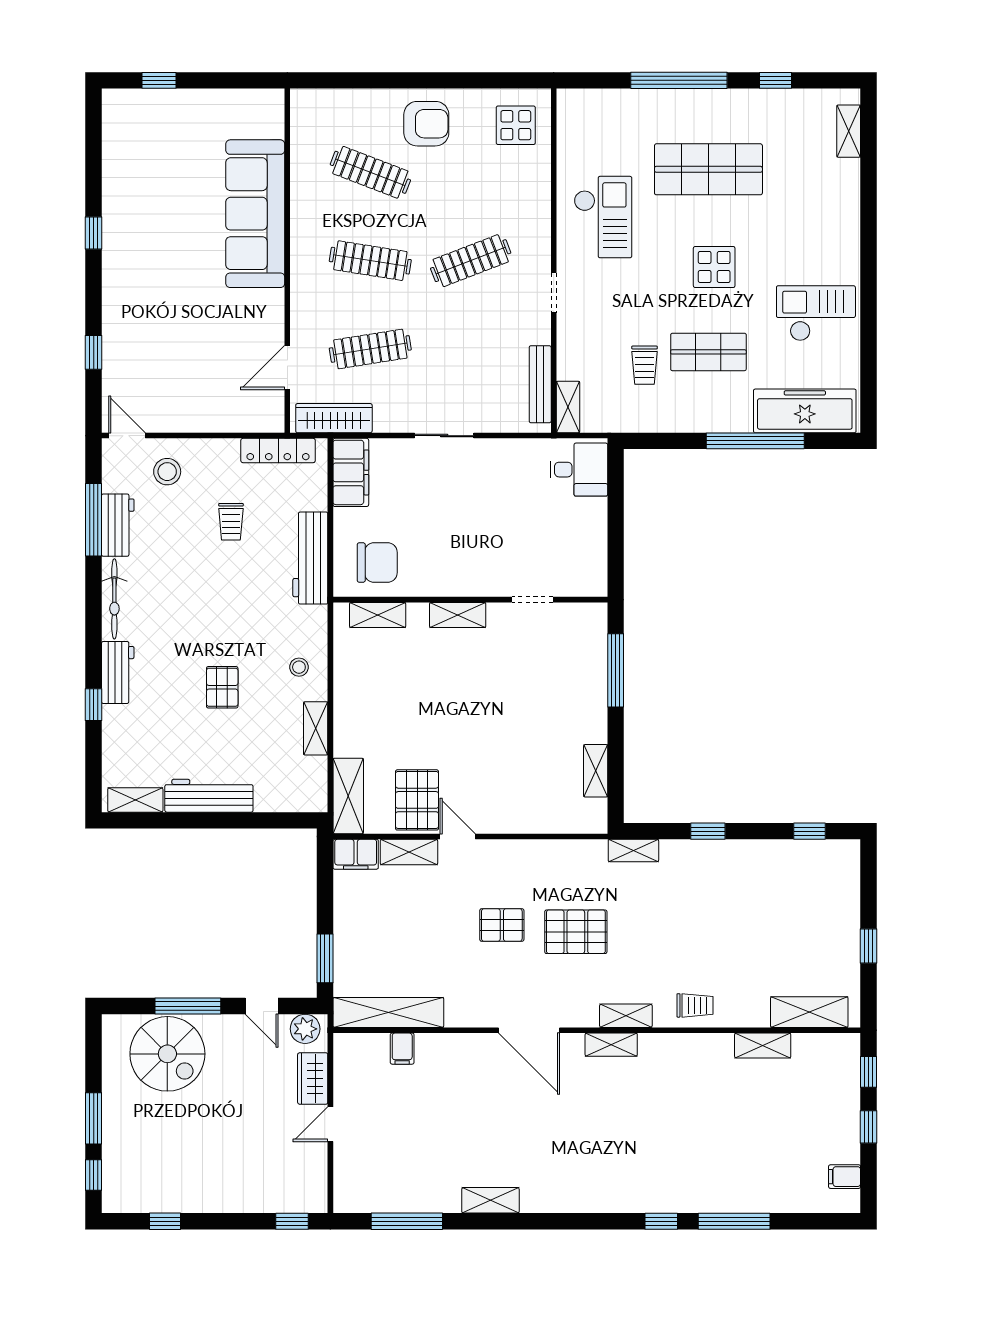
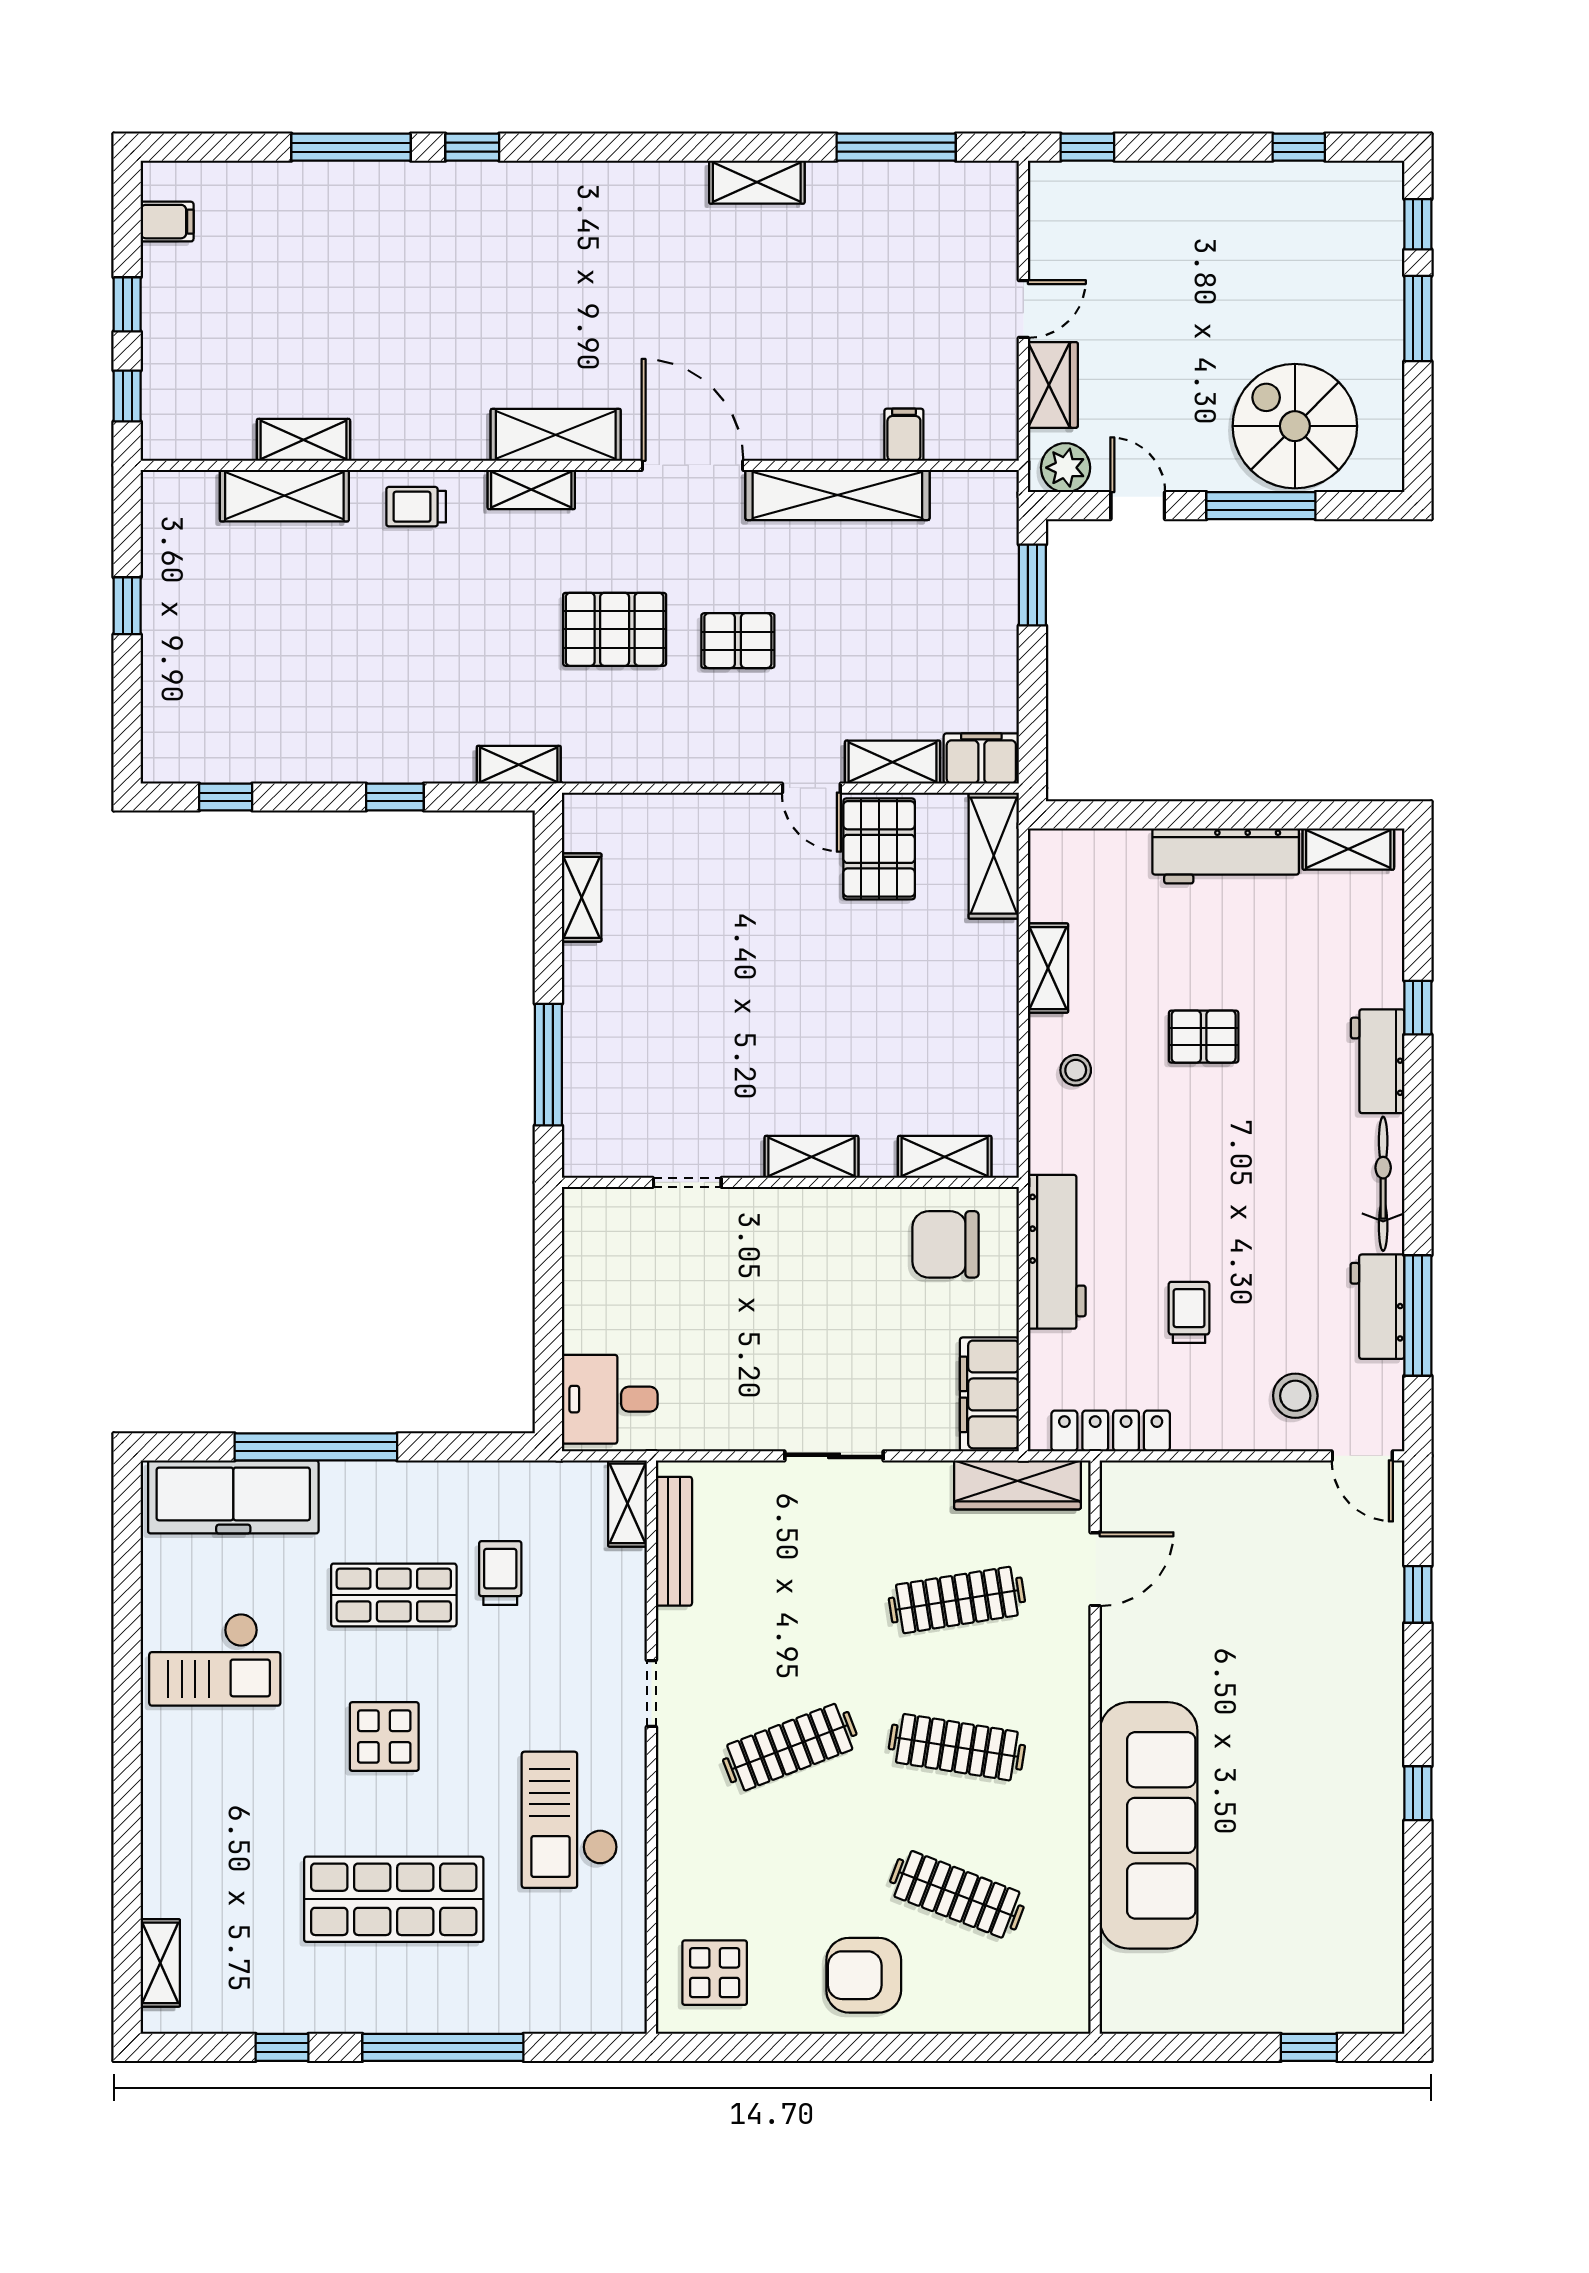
pallet: (222, 687) -> (1204, 1037), turned 90
shelving: (388, 1012) -> (837, 495), moved
shelving: (809, 1012) -> (284, 496), moved
shelving: (611, 1045) -> (556, 435), width x1.50, depth x1.33

